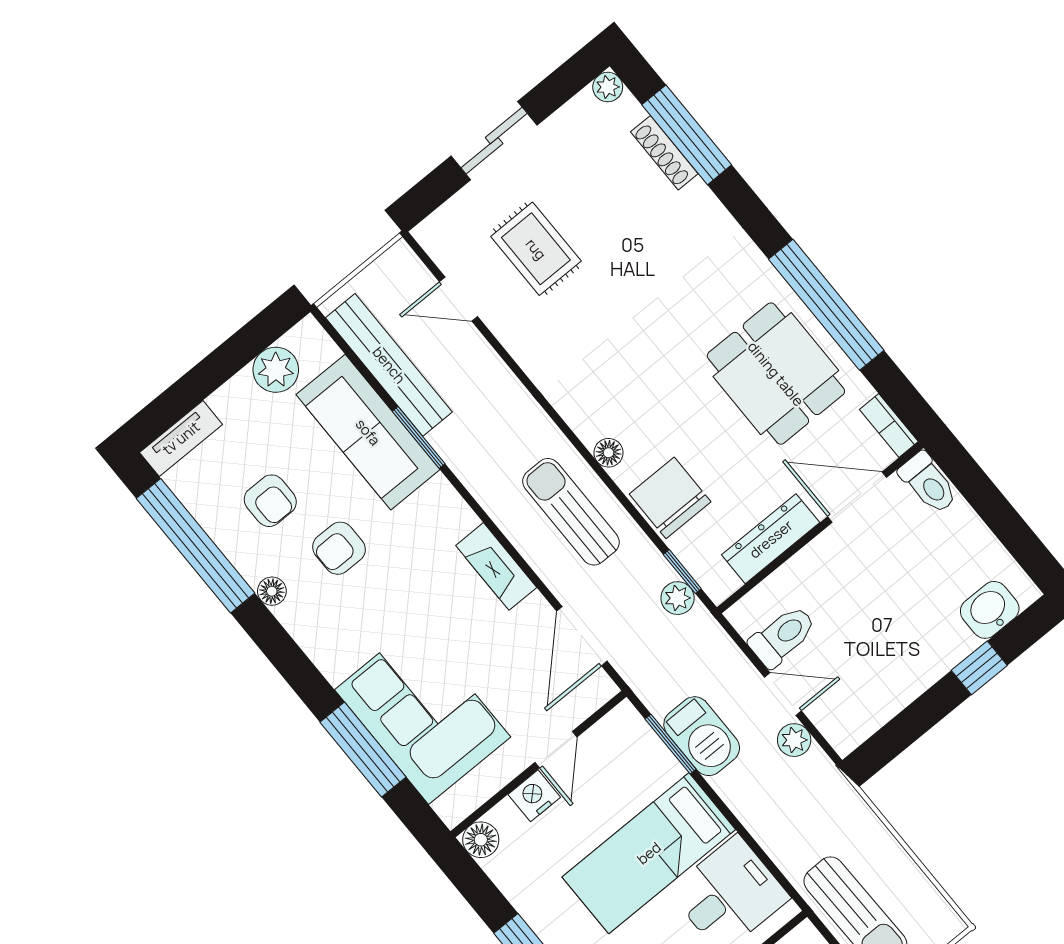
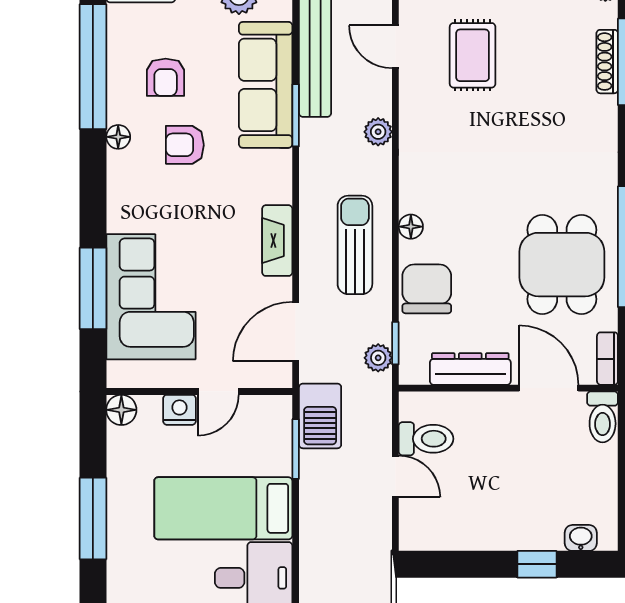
washbasin: (990, 610) -> (581, 538), width x0.72, depth x0.69
barbecue: (702, 736) -> (320, 416), moved
plant: (794, 740) -> (378, 132), moved

